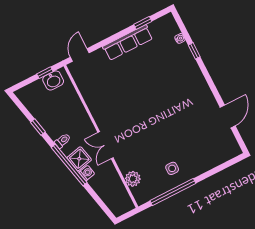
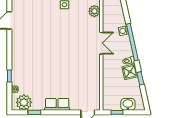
plant: (161, 28) -> (24, 102), added
row of seats: (128, 43) -> (57, 104), width x0.68
washbasin: (53, 80) -> (128, 104), moved
shower: (79, 159) -> (130, 72), moved

